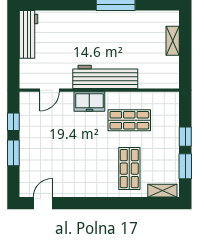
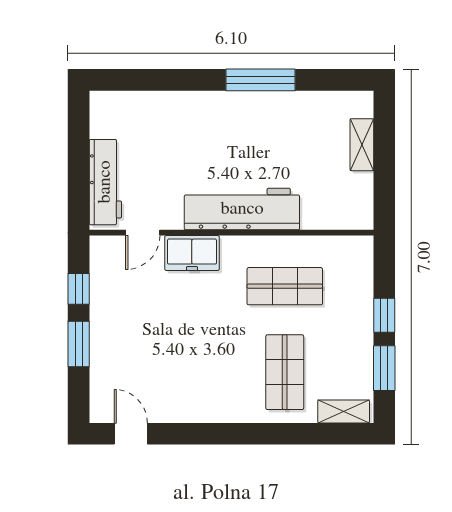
workbench: (29, 34) -> (105, 182), moved
freezer: (89, 102) -> (192, 253), moved
door: (43, 203) -> (131, 434), hinge flipped

